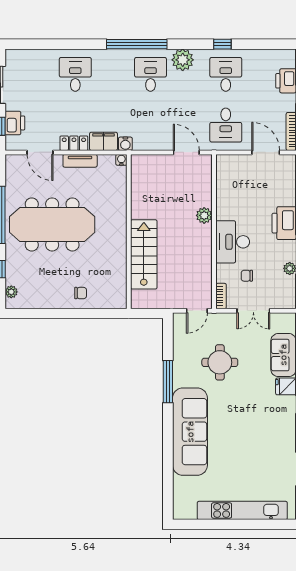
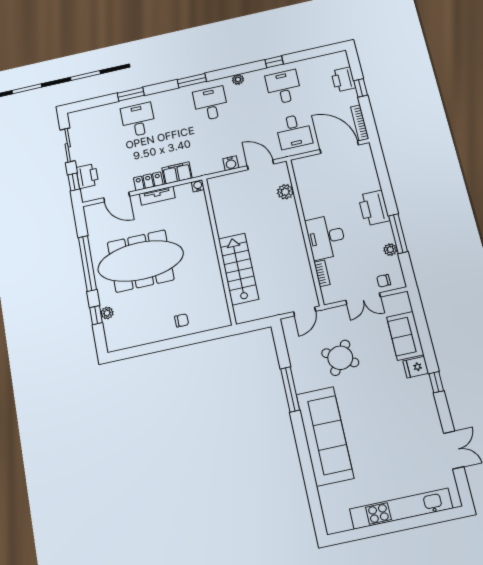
window: (73, 44) -> (131, 94), added
window: (137, 44) -> (192, 80), width x0.47
plant: (183, 60) -> (238, 80), width x0.53, depth x0.53
water cooler: (125, 144) -> (231, 163), moved
door: (266, 152) -> (339, 147), width x1.36
plant: (204, 215) -> (285, 192), moved
chair: (247, 276) -> (384, 281), moved
plant: (11, 292) -> (107, 313), moved
bookcase: (221, 296) -> (322, 273), moved
round table: (220, 362) -> (340, 358), turned 32

